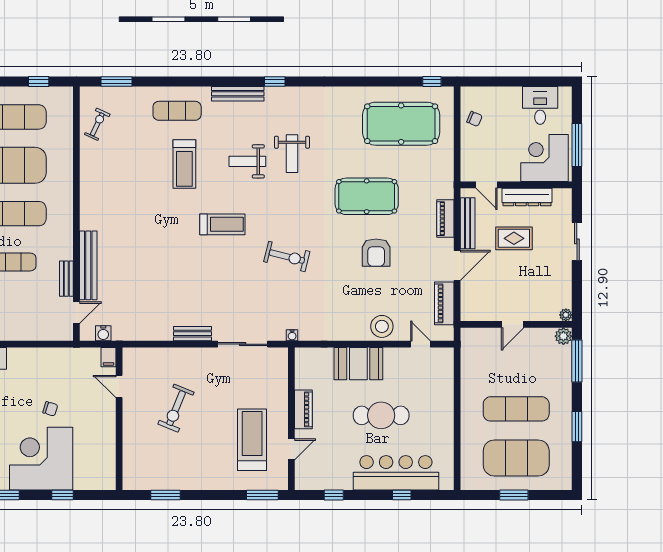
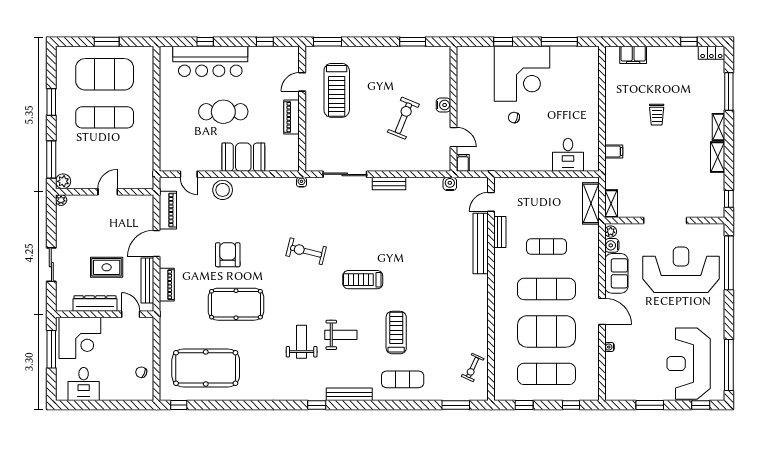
water cooler: (103, 333) -> (450, 184), moved
water cooler: (131, 423) -> (443, 105), added

